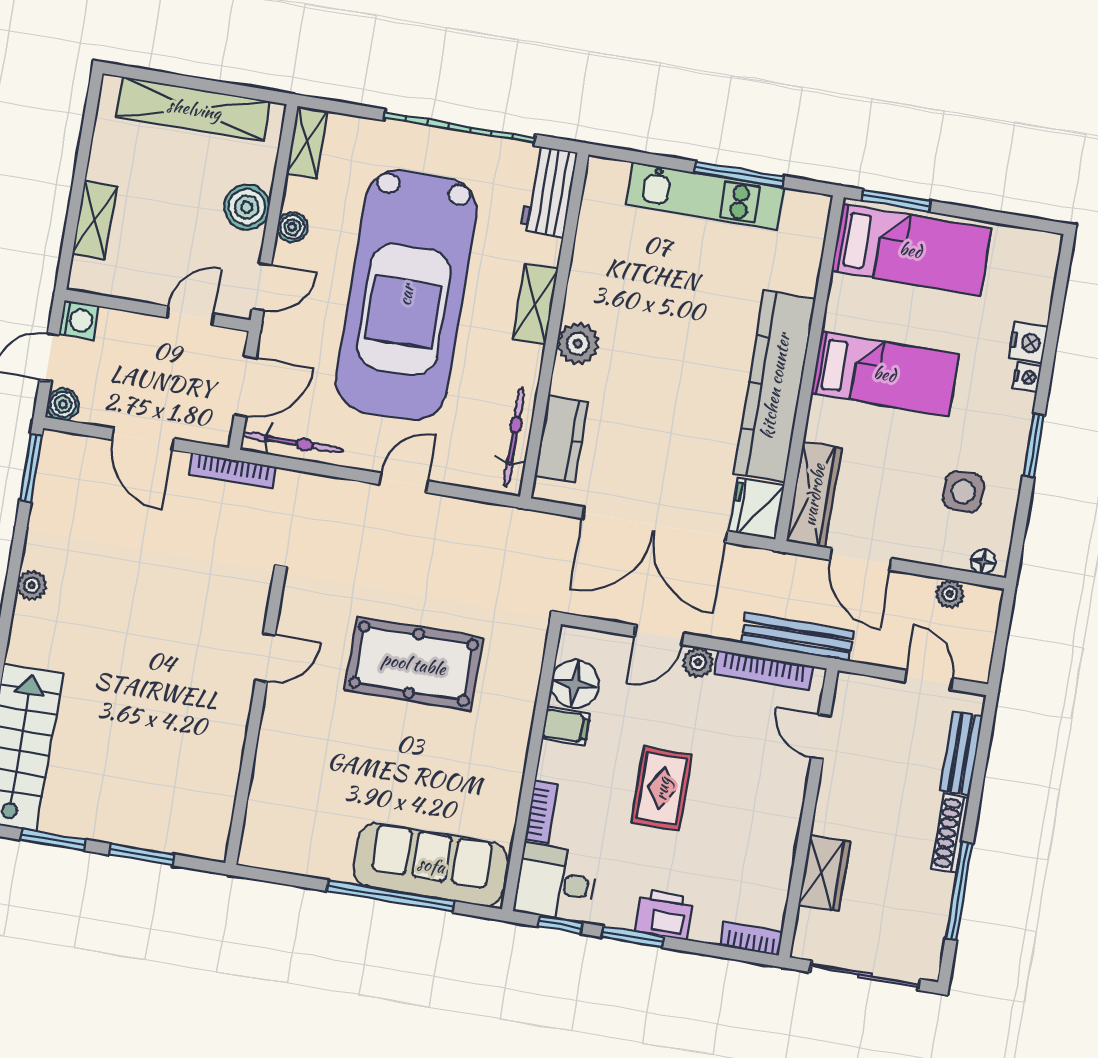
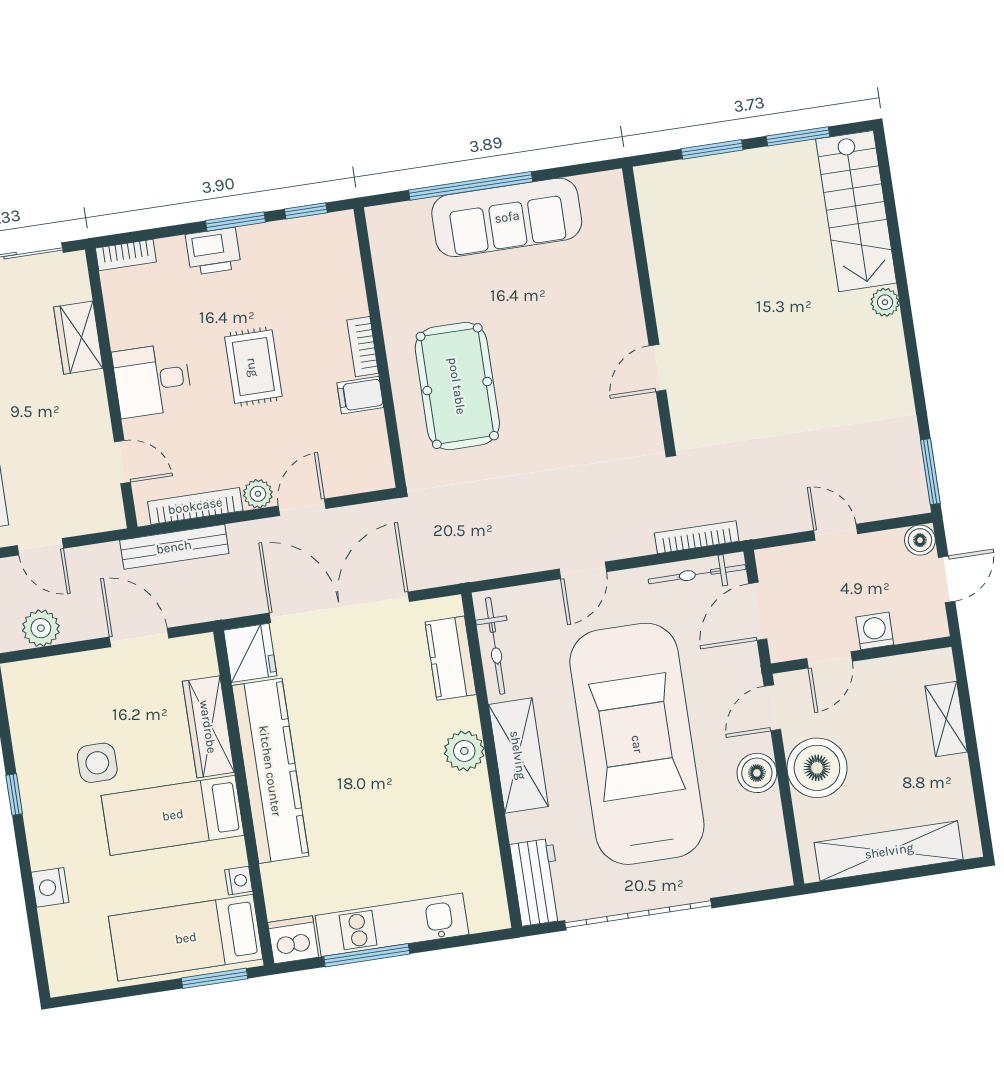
shelving: (307, 142) -> (774, 855), removed
boiler: (247, 207) -> (817, 768), width x1.37, depth x1.37
dishwasher: (807, 213) -> (293, 940), added
boiler: (292, 227) -> (757, 773), width x1.36, depth x1.36
shelving: (535, 304) -> (518, 755), width x1.50, depth x1.33
washing machine: (79, 320) -> (875, 631), moved, turned 90
nightstand: (1027, 377) -> (239, 881), moved, turned 180
door: (143, 439) -> (836, 532), width x0.73
window: (1034, 445) -> (14, 794), width x0.67
bookcase: (232, 471) -> (697, 537), moved
side table: (963, 492) -> (97, 763), moved
wardrobe: (814, 495) -> (208, 727), moved
floor lamp: (983, 562) -> (26, 672), removed
plant: (32, 585) -> (885, 302), moved
plant: (950, 594) -> (41, 628), width x1.38, depth x1.38
pool table: (414, 664) -> (457, 386), moved, turned 90
floor lamp: (575, 684) -> (365, 437), removed
bookcase: (541, 812) -> (363, 347), moved
sofa: (431, 865) -> (507, 217), moved
desk: (556, 883) -> (152, 380), moved, turned 180

